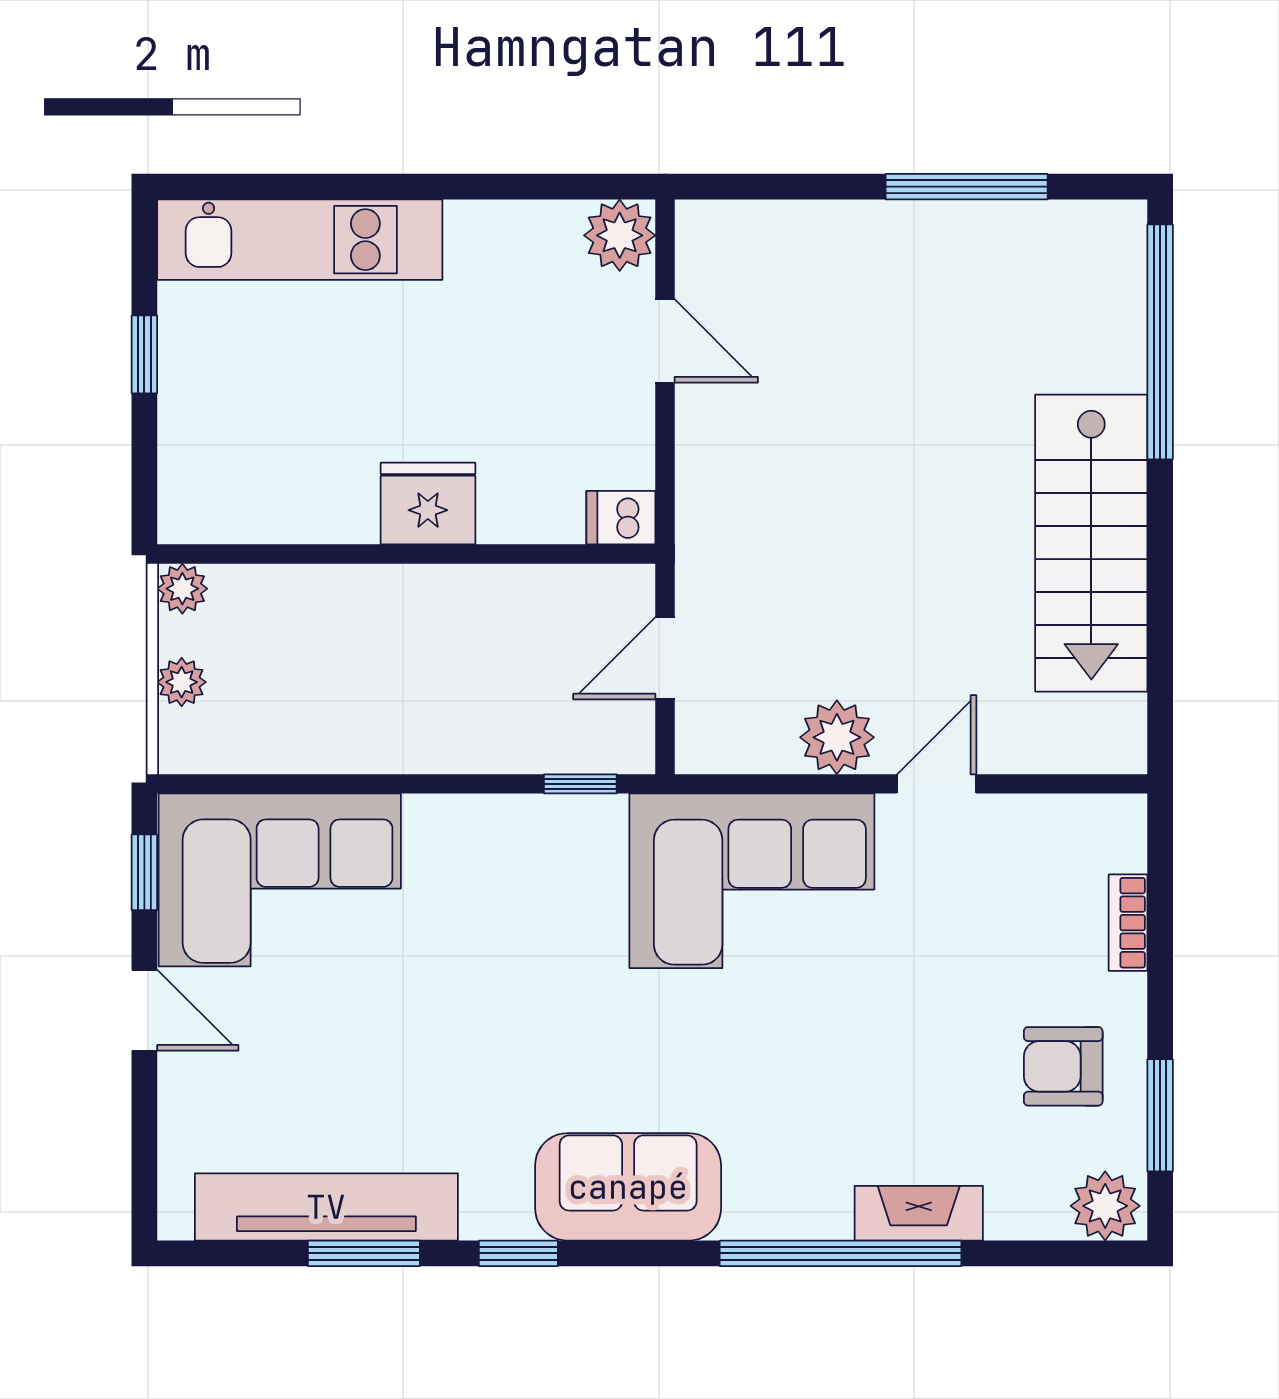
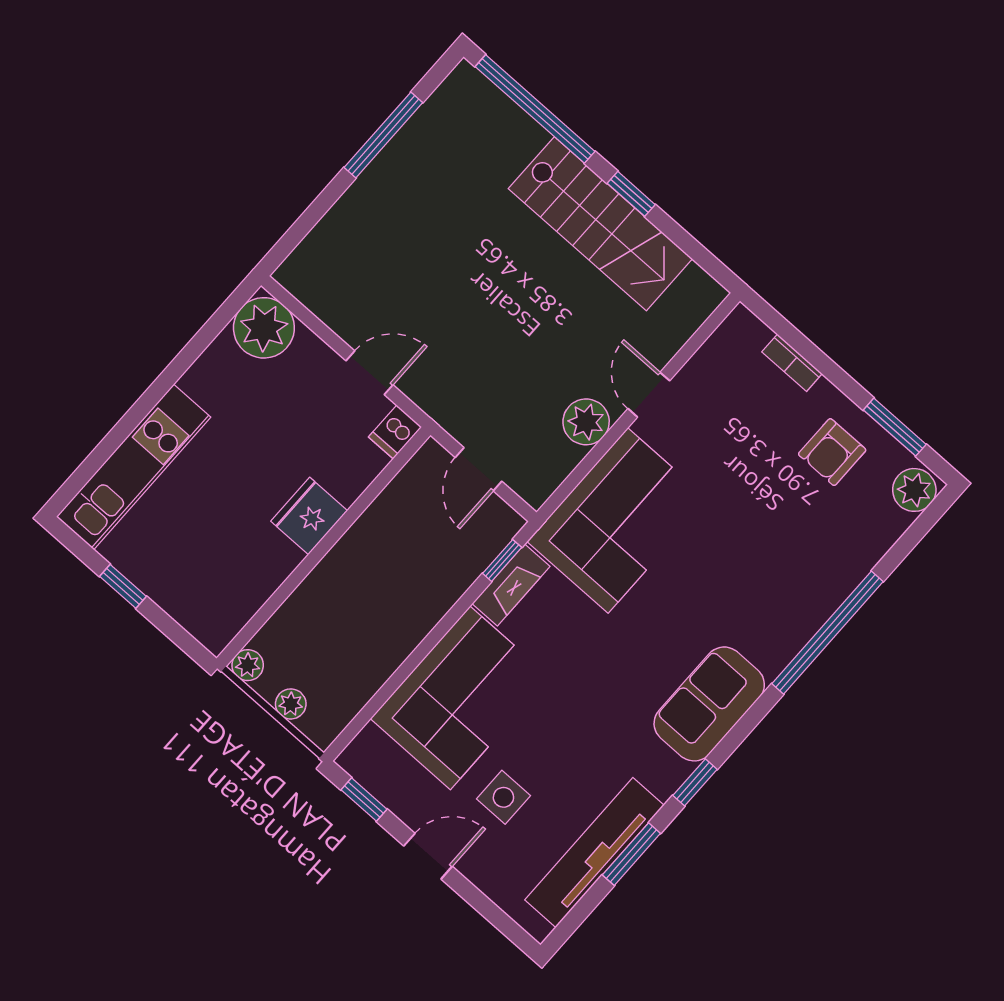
plant: (620, 235) -> (264, 328), width x1.36, depth x1.36
door: (665, 341) -> (369, 373), moved
window: (1160, 548) -> (631, 194), added
corner sofa: (280, 880) -> (460, 698), moved
side table: (296, 1038) -> (503, 797), added
fireplace: (919, 1213) -> (511, 585), moved, turned 180

